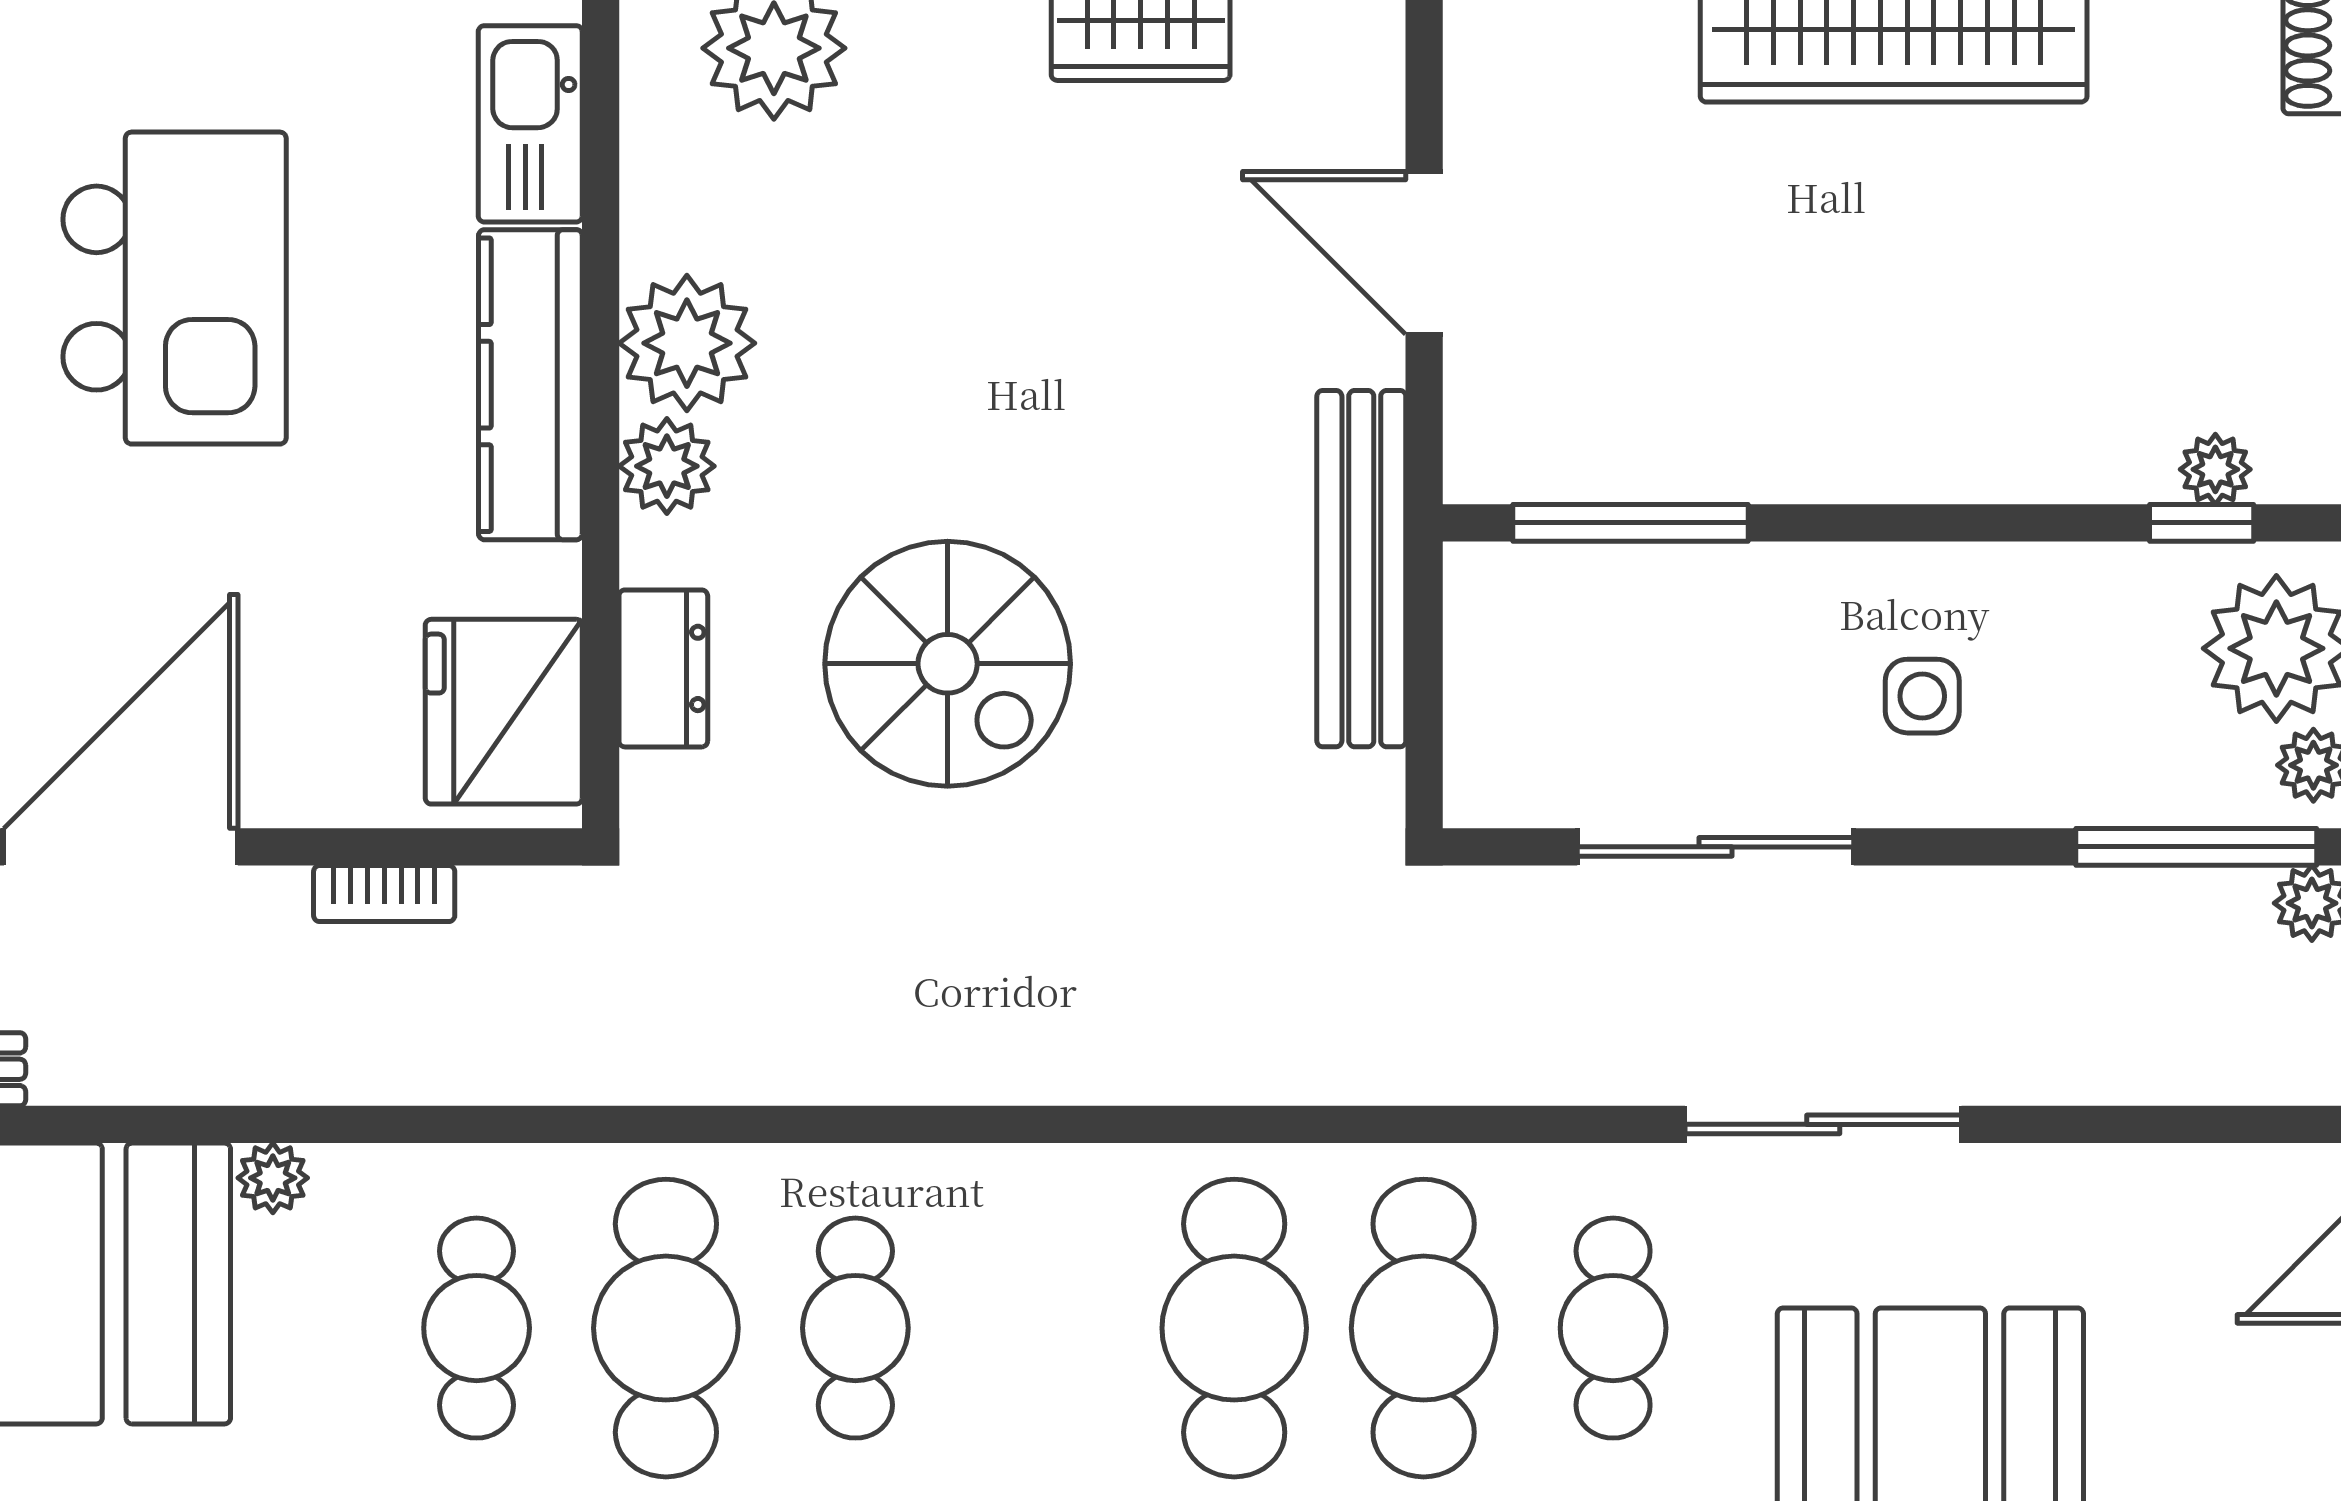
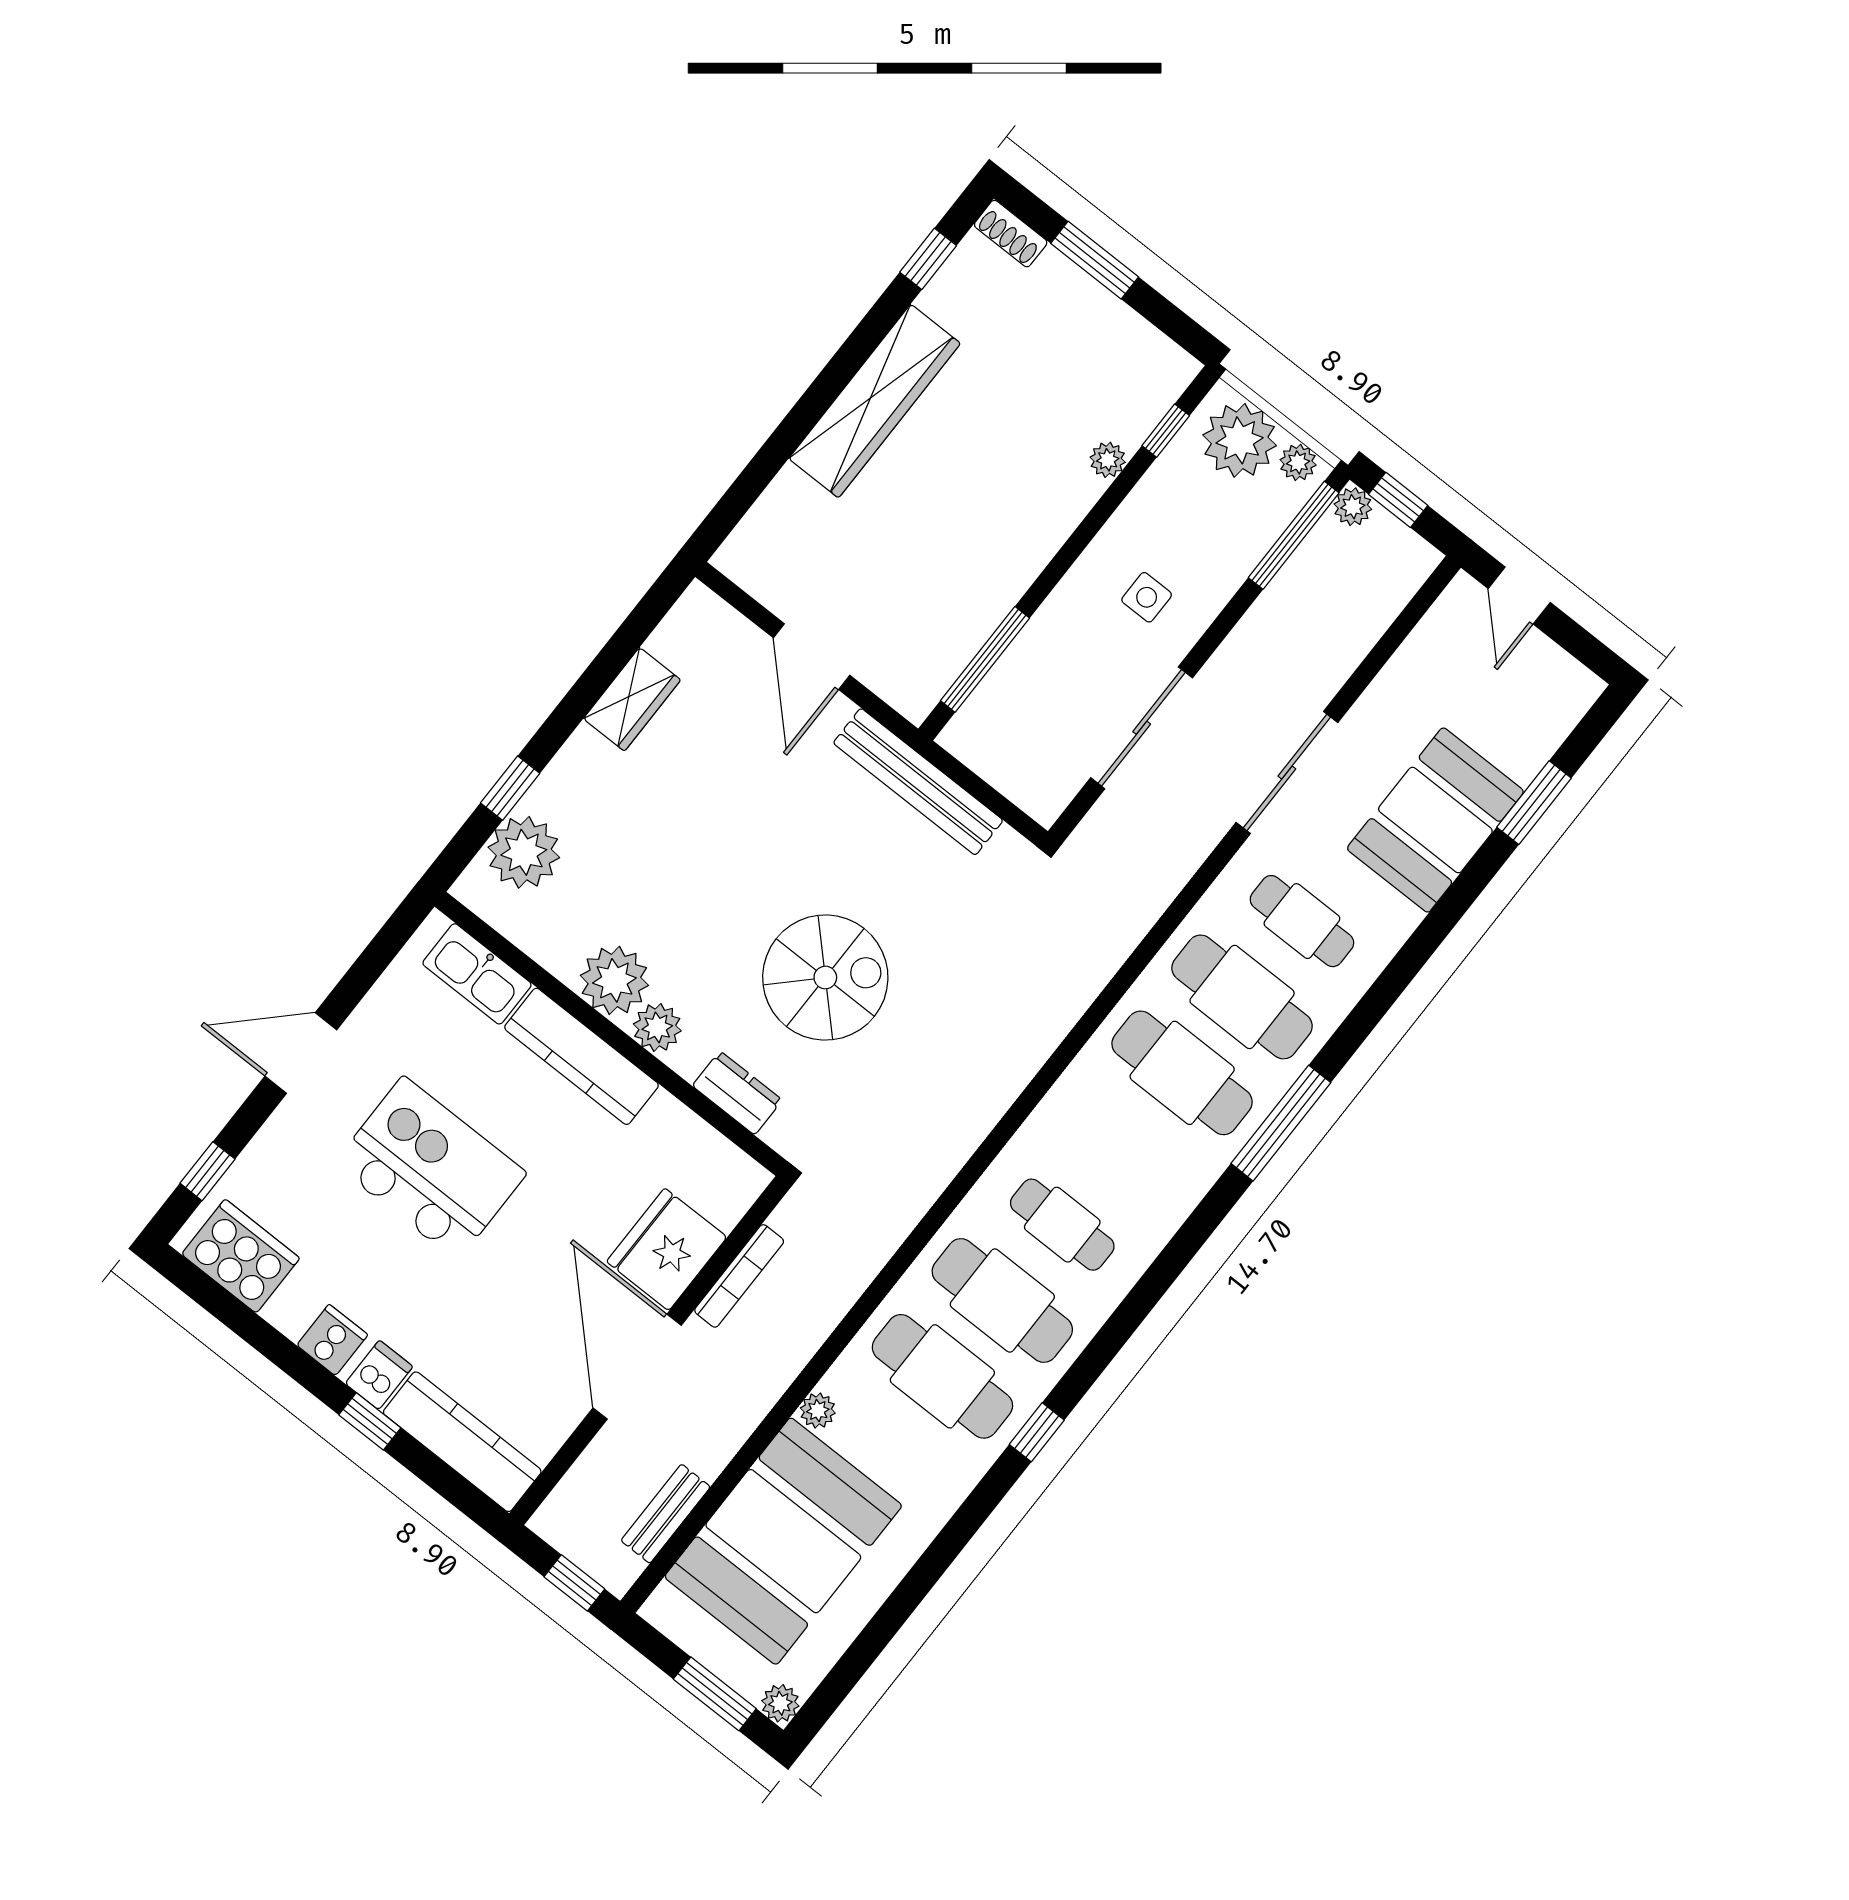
door: (1424, 253) -> (812, 657), hinge flipped
plant: (2215, 469) -> (1108, 460), moved
fridge: (504, 712) -> (667, 1249), moved, turned 90
bookcase: (384, 894) -> (739, 1276), width x1.56
cafe table: (477, 1328) -> (942, 1376), width x1.37, depth x1.35

